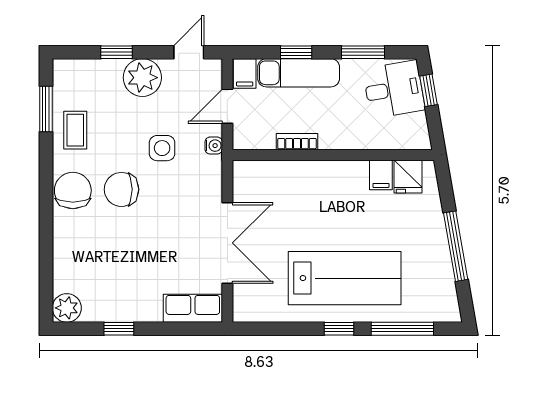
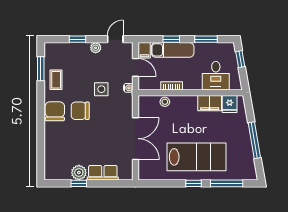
plant: (142, 78) -> (96, 48), width x0.53, depth x0.53
desk: (394, 89) -> (216, 76), moved, turned 100
door: (227, 106) -> (135, 67), swing flipped
stool: (284, 172) -> (165, 102), added
filing cabinet: (381, 175) -> (210, 103), width x2.00
plant: (67, 308) -> (79, 173), moved
row of seats: (193, 308) -> (103, 173), moved

